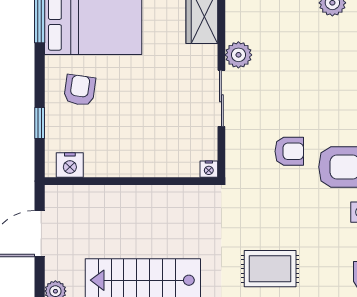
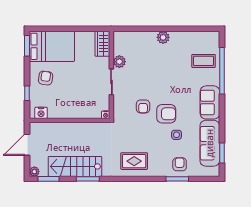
armchair: (289, 151) -> (143, 106), turned 90

